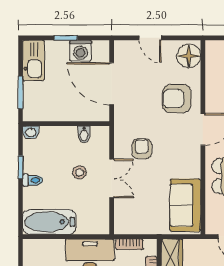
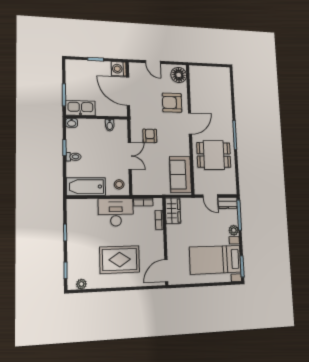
washing machine: (81, 51) -> (119, 69), moved, turned 90
kitchen sink: (33, 61) -> (80, 108), moved, turned -90
stool: (80, 172) -> (119, 184), moved

